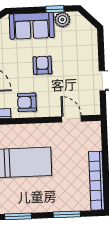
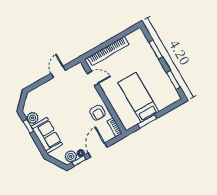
armchair: (42, 65) -> (69, 115), removed
door: (72, 119) -> (93, 79), swing flipped
bookcase: (96, 181) -> (108, 51), moved

